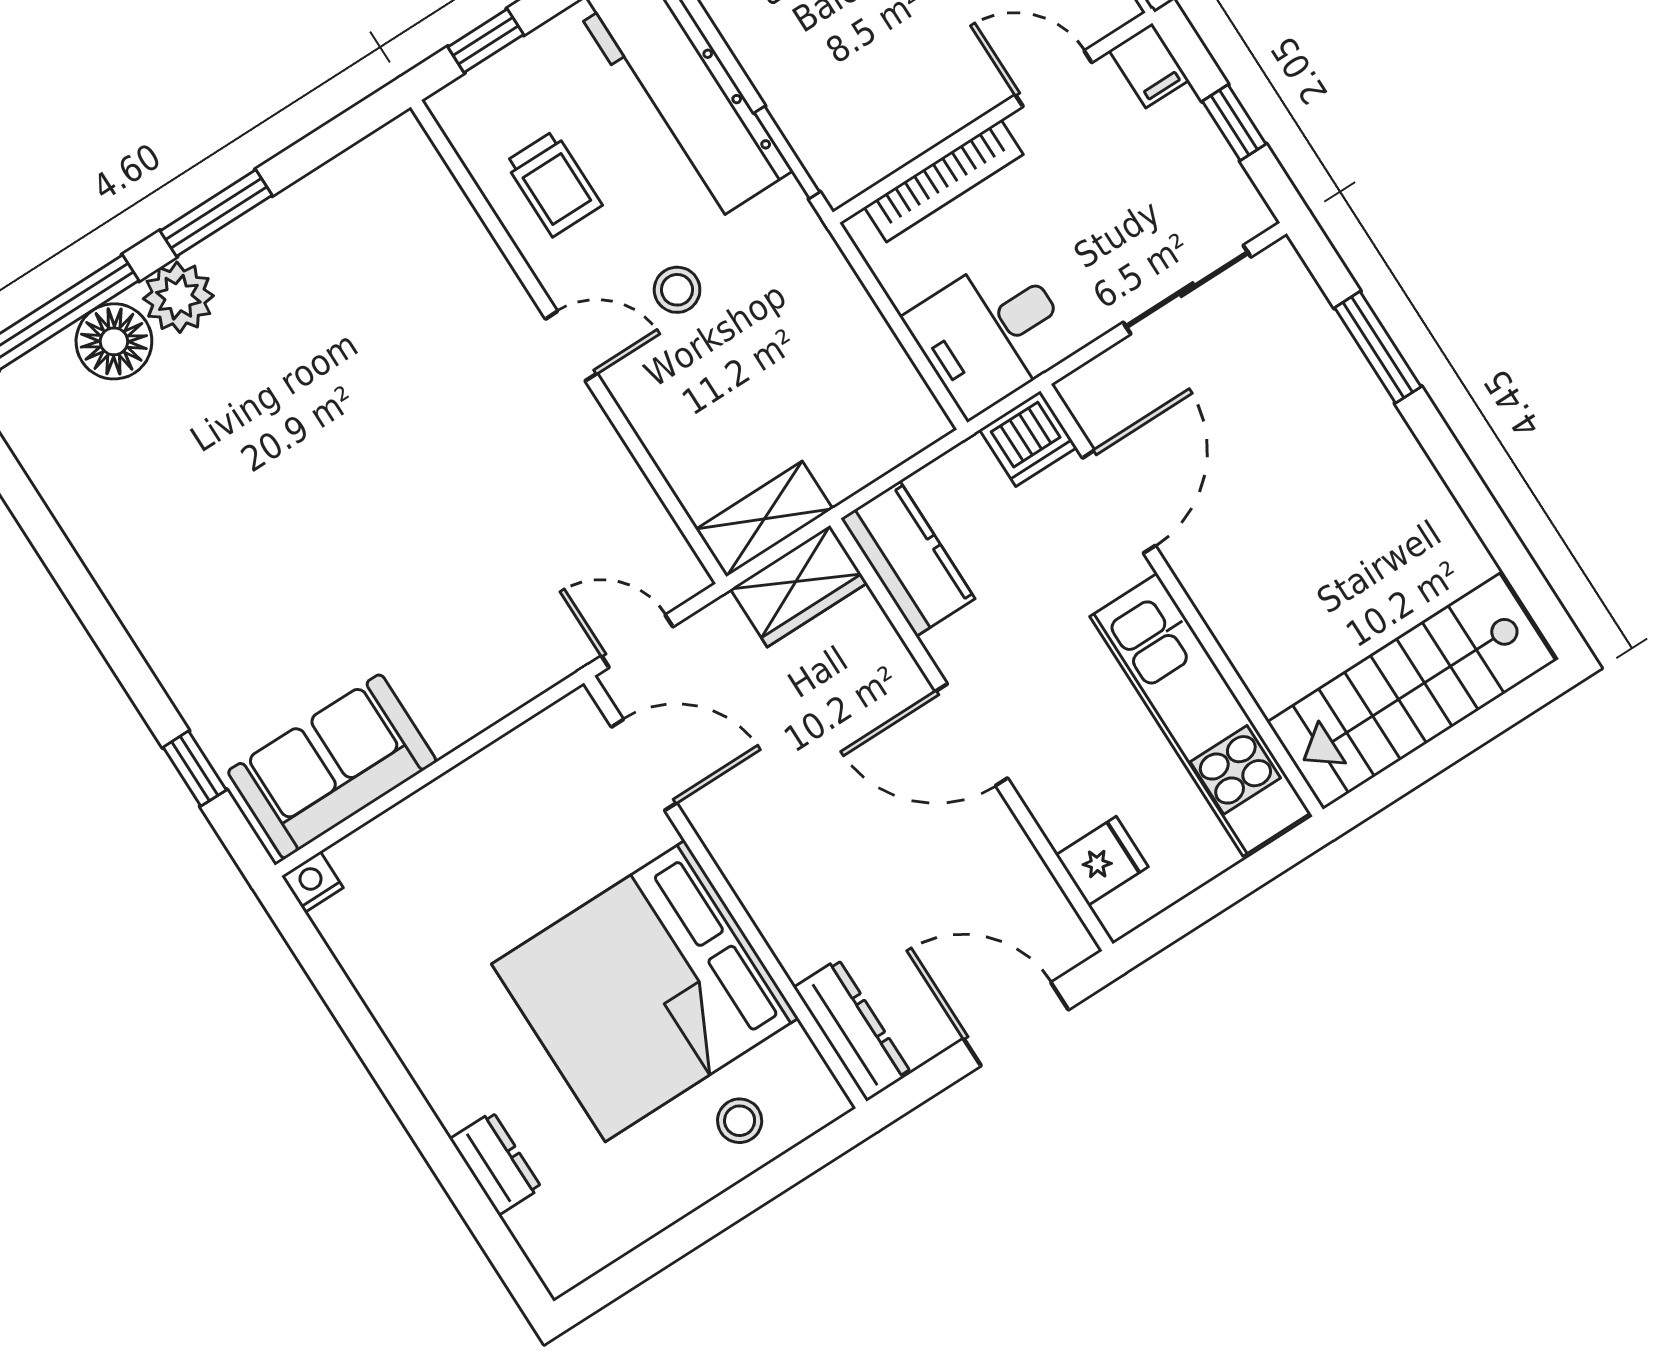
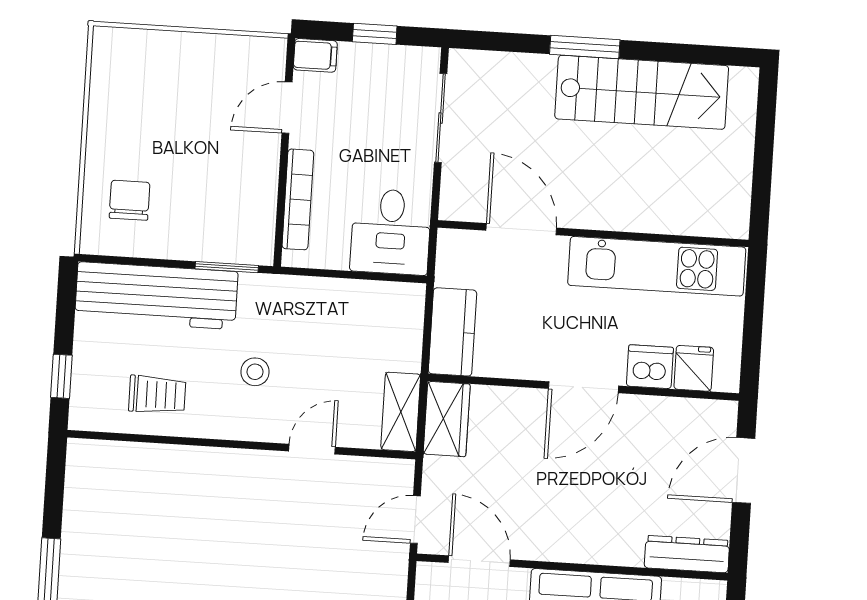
door: (571, 346) -> (312, 449), moved
window: (1378, 347) -> (585, 47), moved
dishwasher: (1028, 439) -> (650, 367), moved, turned -90
kitchen counter: (908, 559) -> (453, 332), moved, turned 90
stairs: (1411, 691) -> (642, 92), moved, turned -90
door: (644, 765) -> (479, 561), hinge flipped

